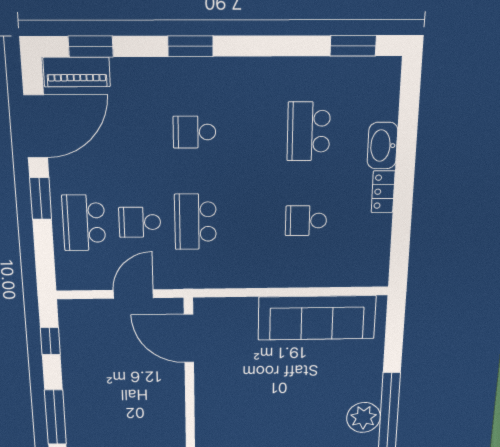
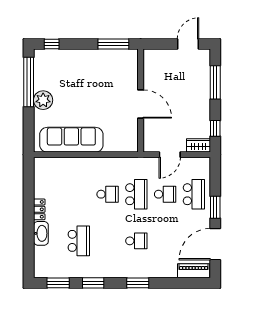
window: (91, 47) -> (93, 283), moved
school desk: (306, 221) -> (108, 194), moved
wardrobe: (80, 311) -> (198, 145), added
door: (189, 338) -> (141, 104), moved
plant: (363, 417) -> (43, 100), moved

